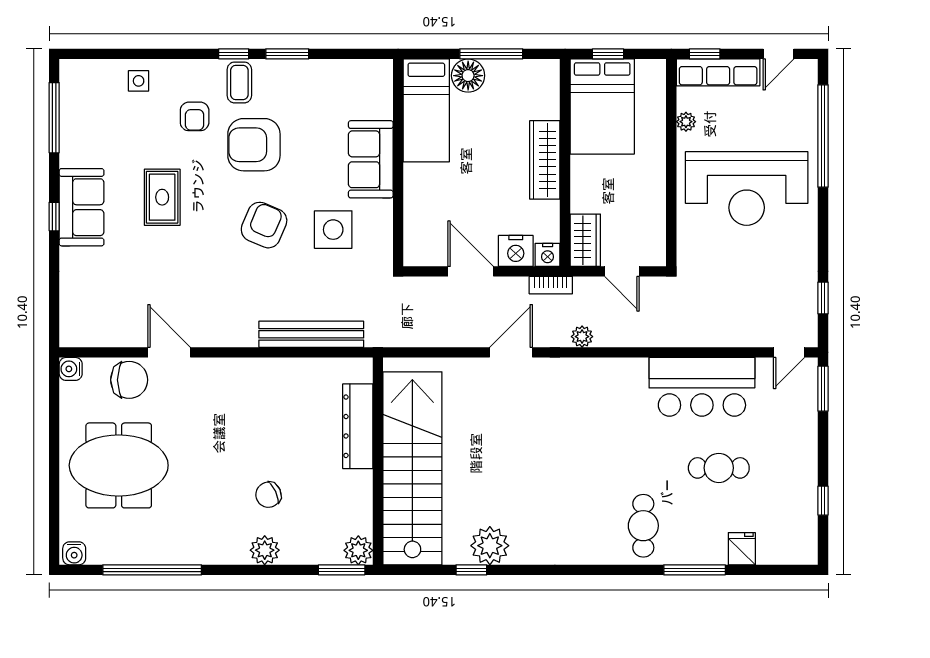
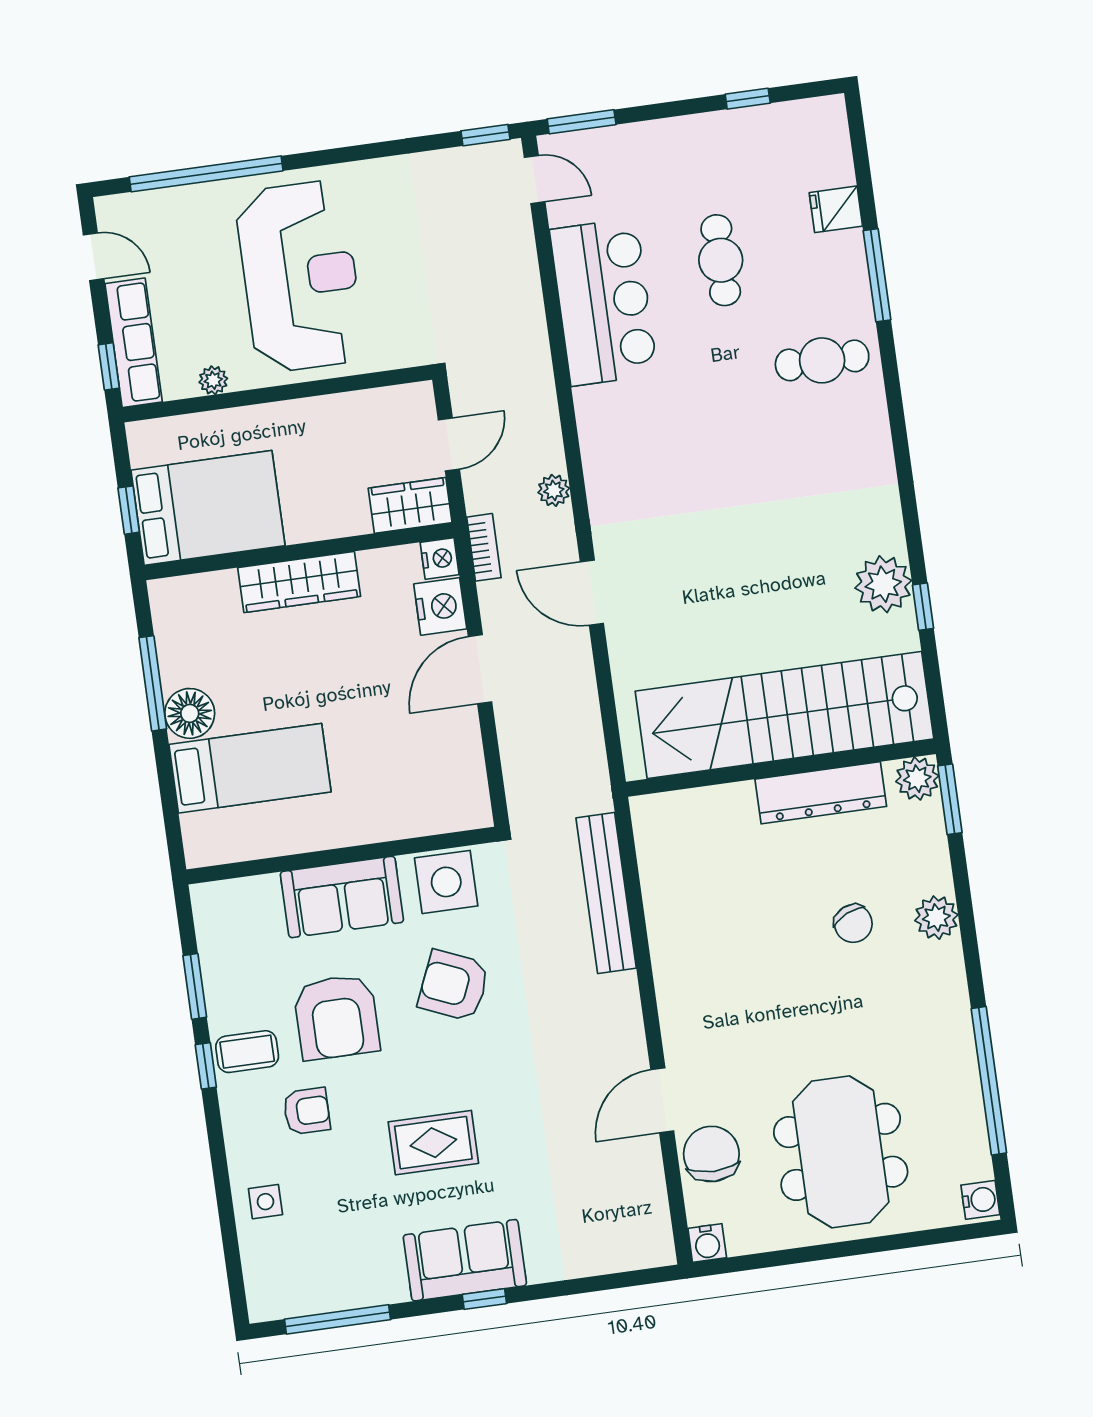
sofa: (371, 159) -> (342, 897), moved
wall: (398, 163) -> (341, 856), moved
window: (823, 298) -> (485, 135), moved
dresser: (358, 426) -> (821, 793), moved

